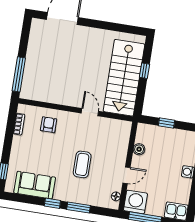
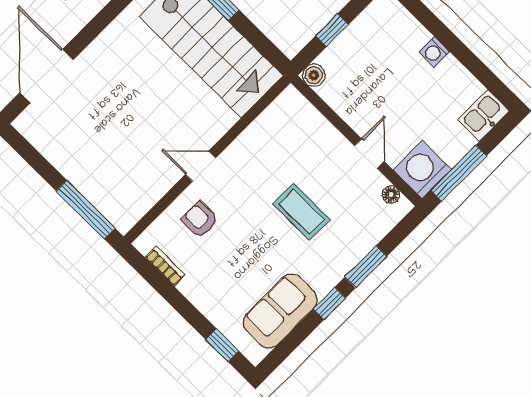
door: (90, 112) -> (201, 166), moved
boiler: (139, 149) -> (314, 75), moved

